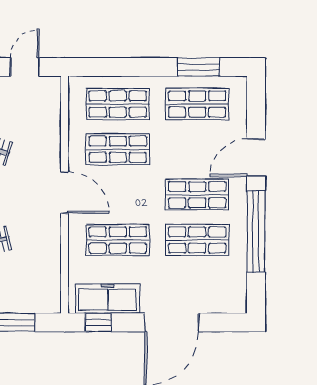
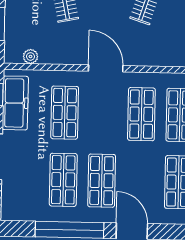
door: (64, 193) -> (106, 68), swing flipped
plant: (52, 282) -> (30, 56), added

